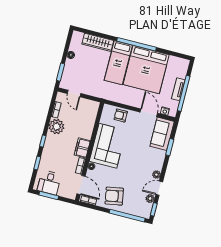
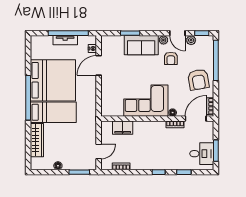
armchair: (121, 115) -> (171, 58), moved
plant: (56, 127) -> (139, 161), removed
sofa: (162, 134) -> (141, 45), moved
filing cabinet: (82, 148) -> (123, 128), moved

